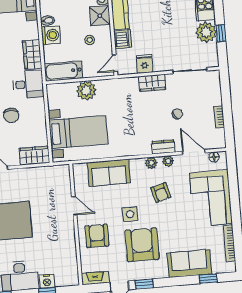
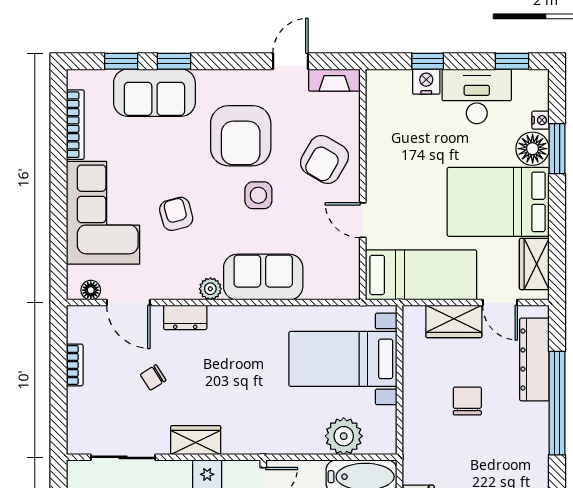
desk: (28, 84) -> (430, 457), removed
plant: (86, 90) -> (344, 436), moved
wardrobe: (34, 156) -> (454, 321), moved
plant: (168, 161) -> (178, 290), removed
sofa: (109, 173) -> (263, 277), moved
bed: (41, 180) -> (421, 275), added
armchair: (161, 193) -> (176, 214), moved
armchair: (97, 236) -> (324, 160), turned 30
window: (144, 284) -> (174, 61), moved

